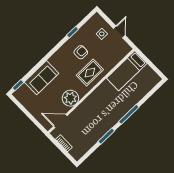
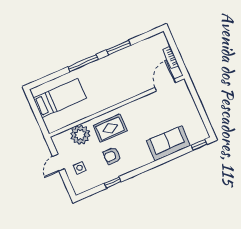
bed: (127, 71) -> (60, 98), moved
plant: (70, 98) -> (80, 135), moved
door: (60, 121) -> (165, 85), swing flipped

